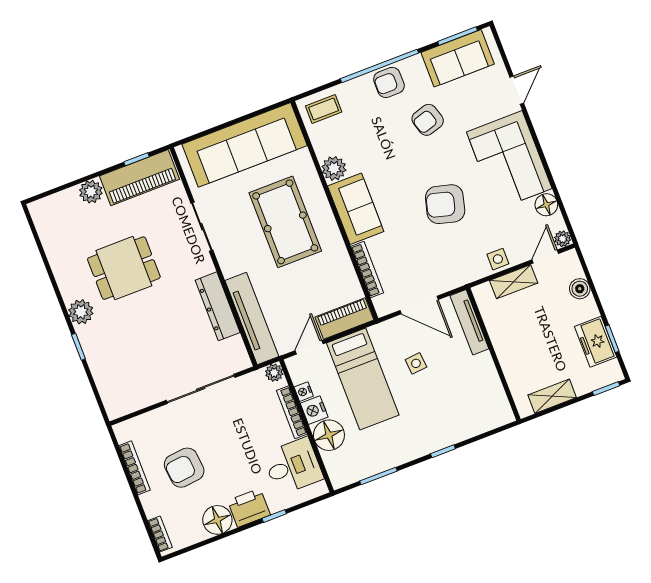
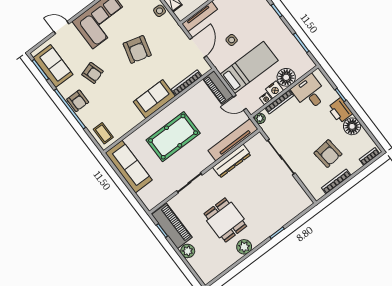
sofa: (245, 145) -> (129, 167), width x0.74, depth x0.79
plant: (334, 168) -> (135, 118), removed
plant: (81, 312) -> (244, 247), moved

